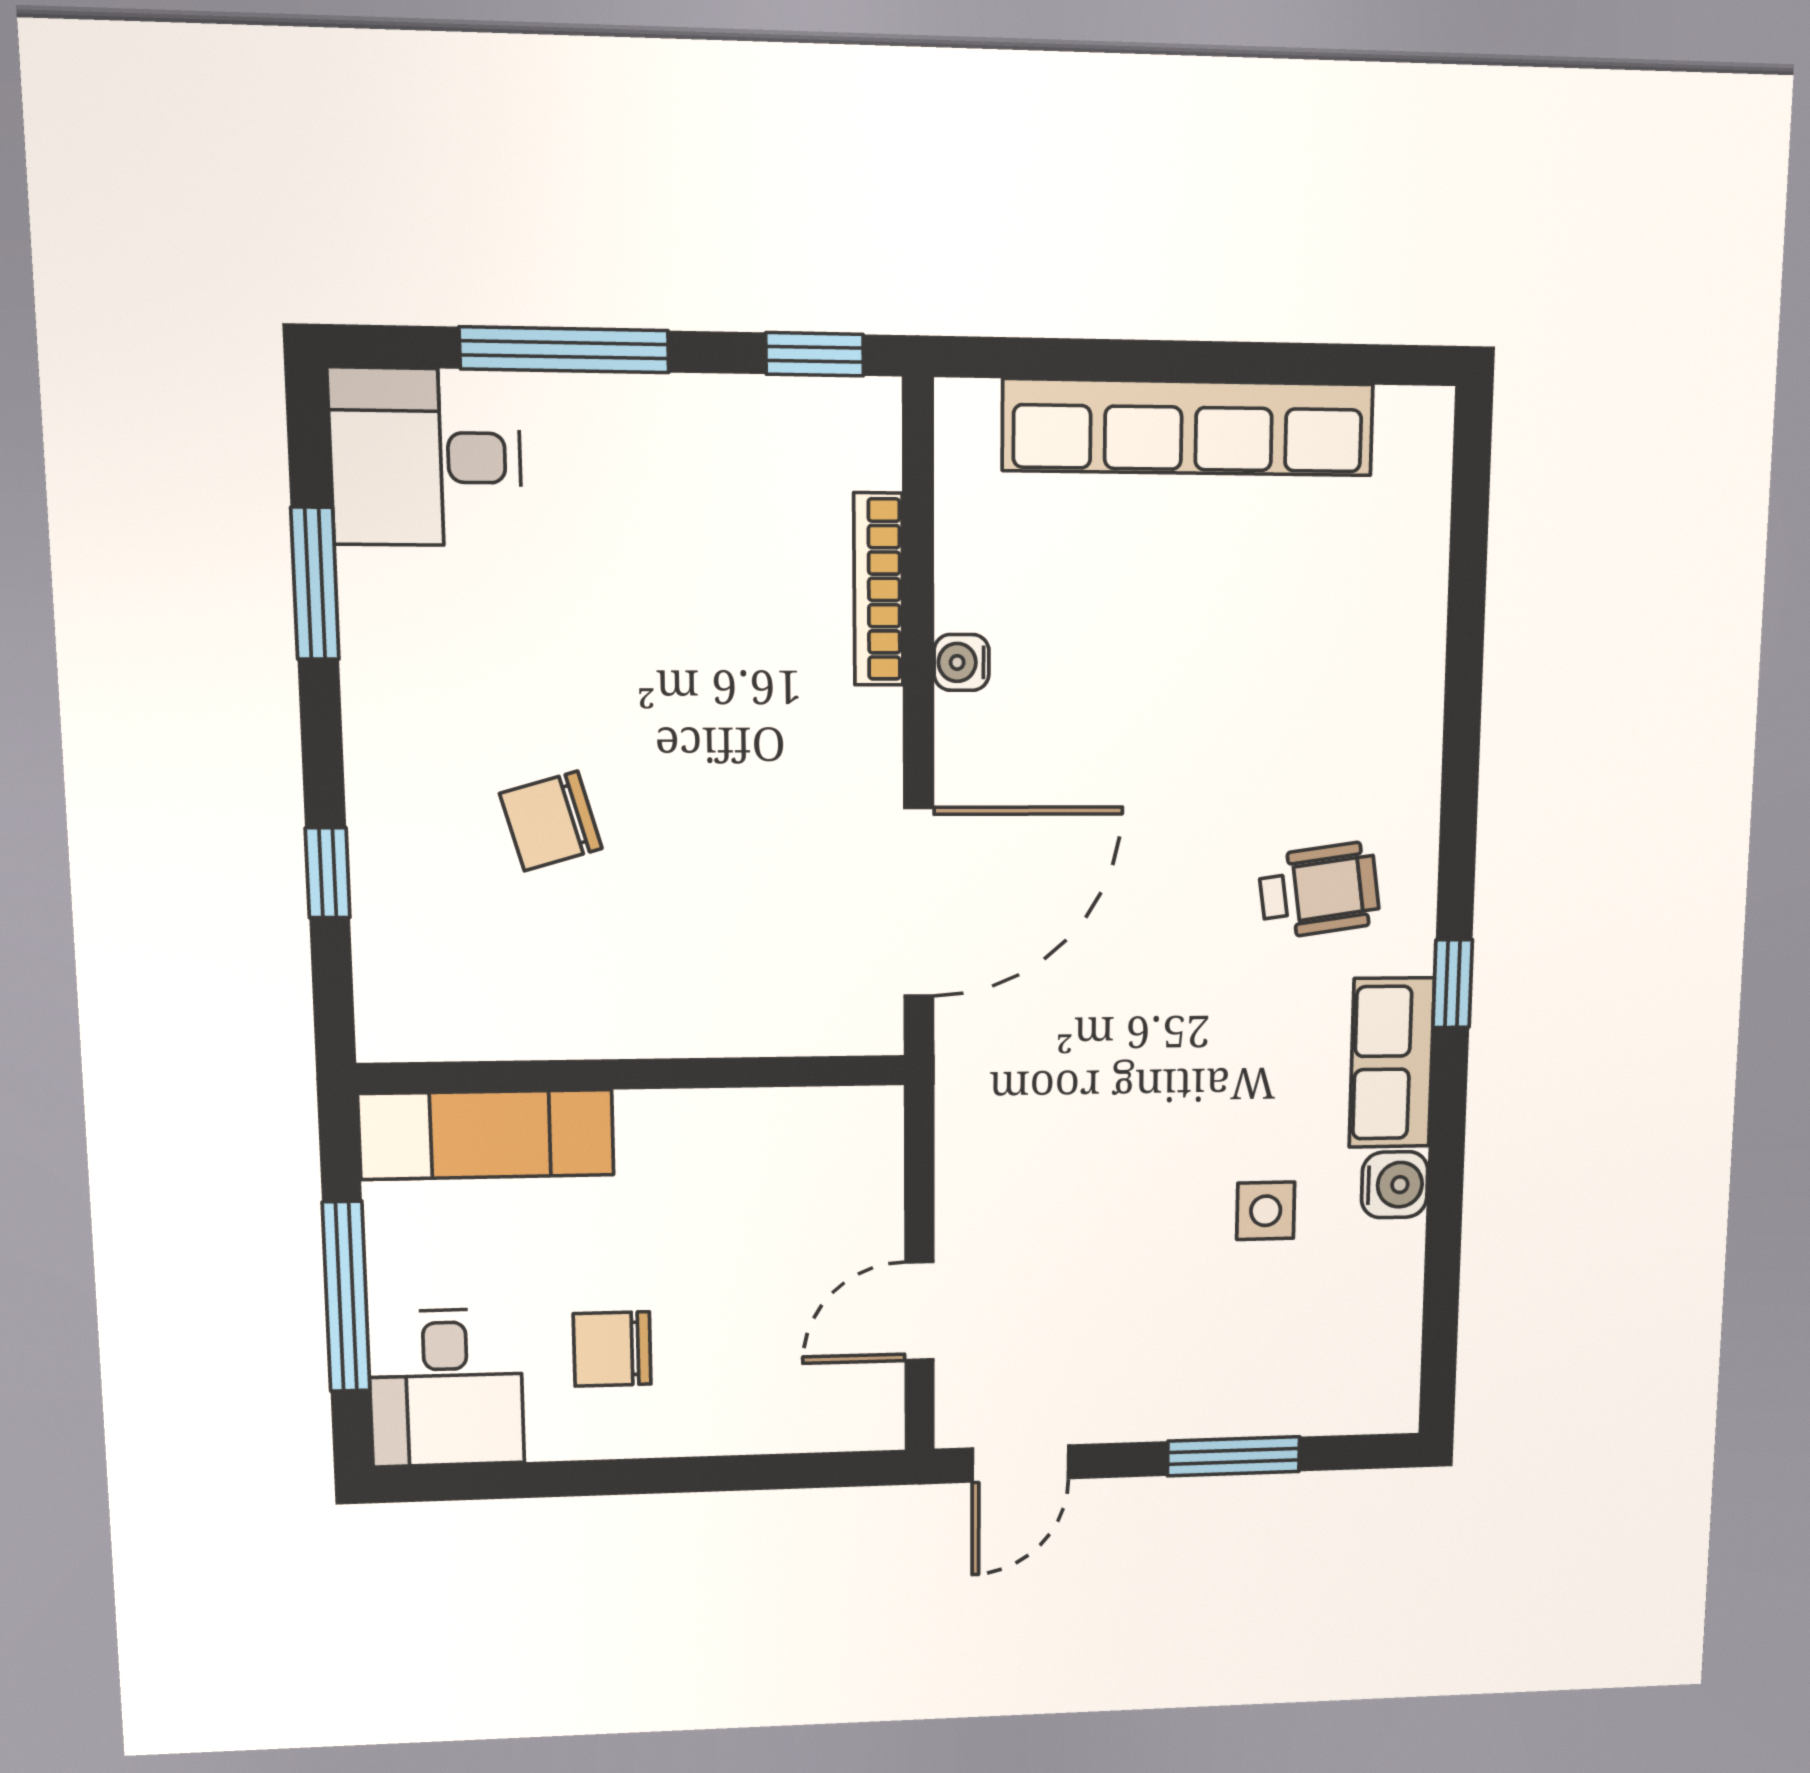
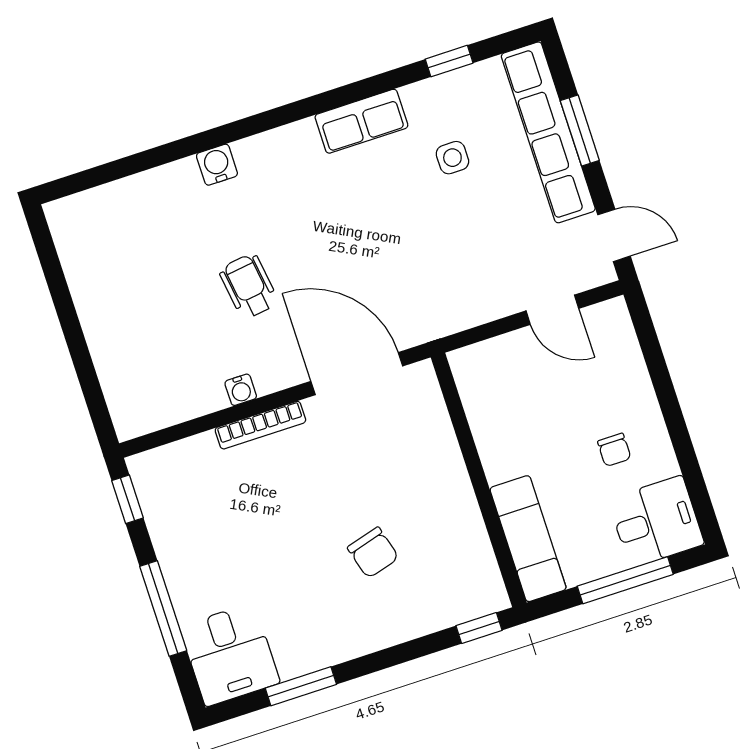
row of seats: (1189, 427) -> (548, 132), moved, turned 180
bookcase: (878, 589) -> (260, 425), moved
window: (328, 873) -> (479, 628), moved
wheelchair: (1319, 890) -> (249, 286), moved
window: (1453, 984) -> (449, 61), moved
water cooler: (1395, 1185) -> (217, 165), moved
chair: (612, 1349) -> (614, 450), width x0.73, depth x0.73

